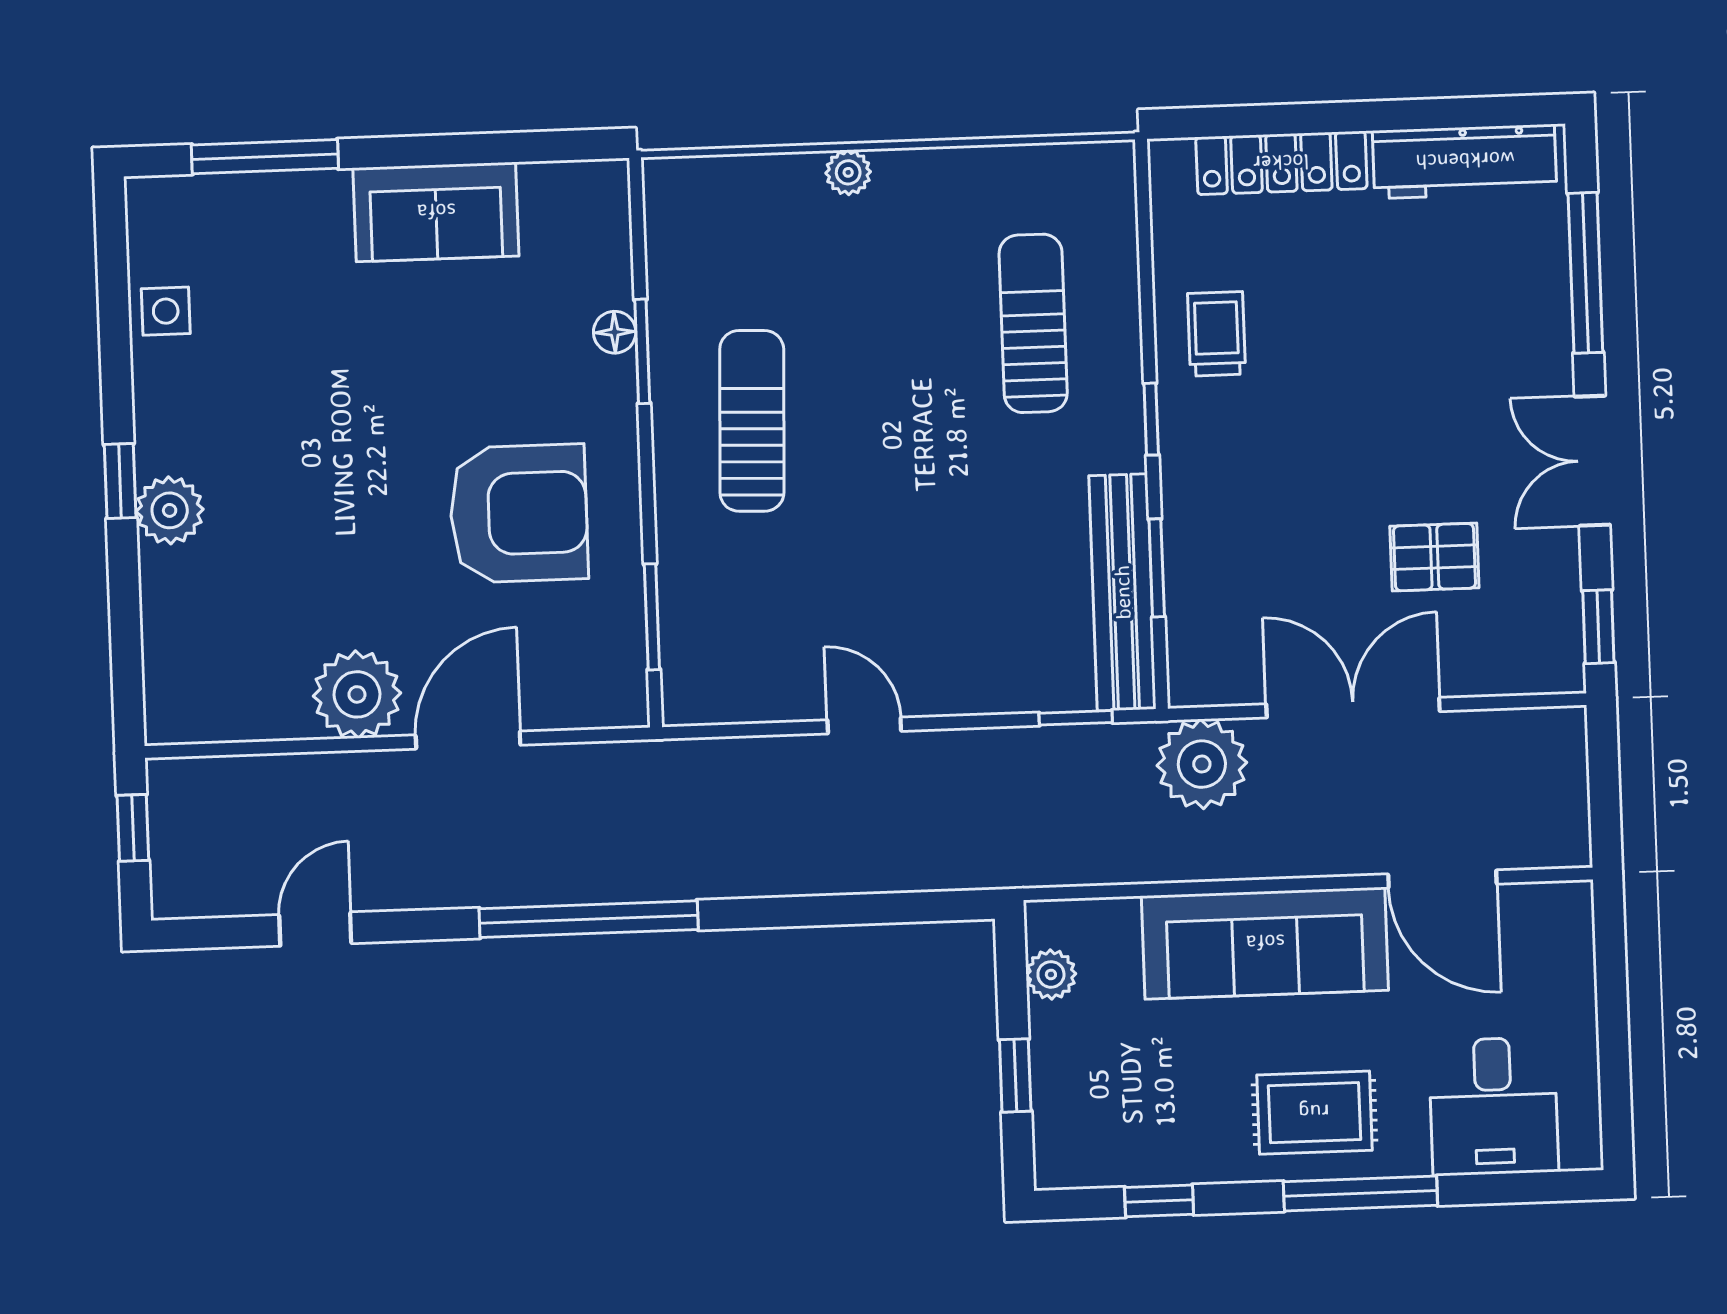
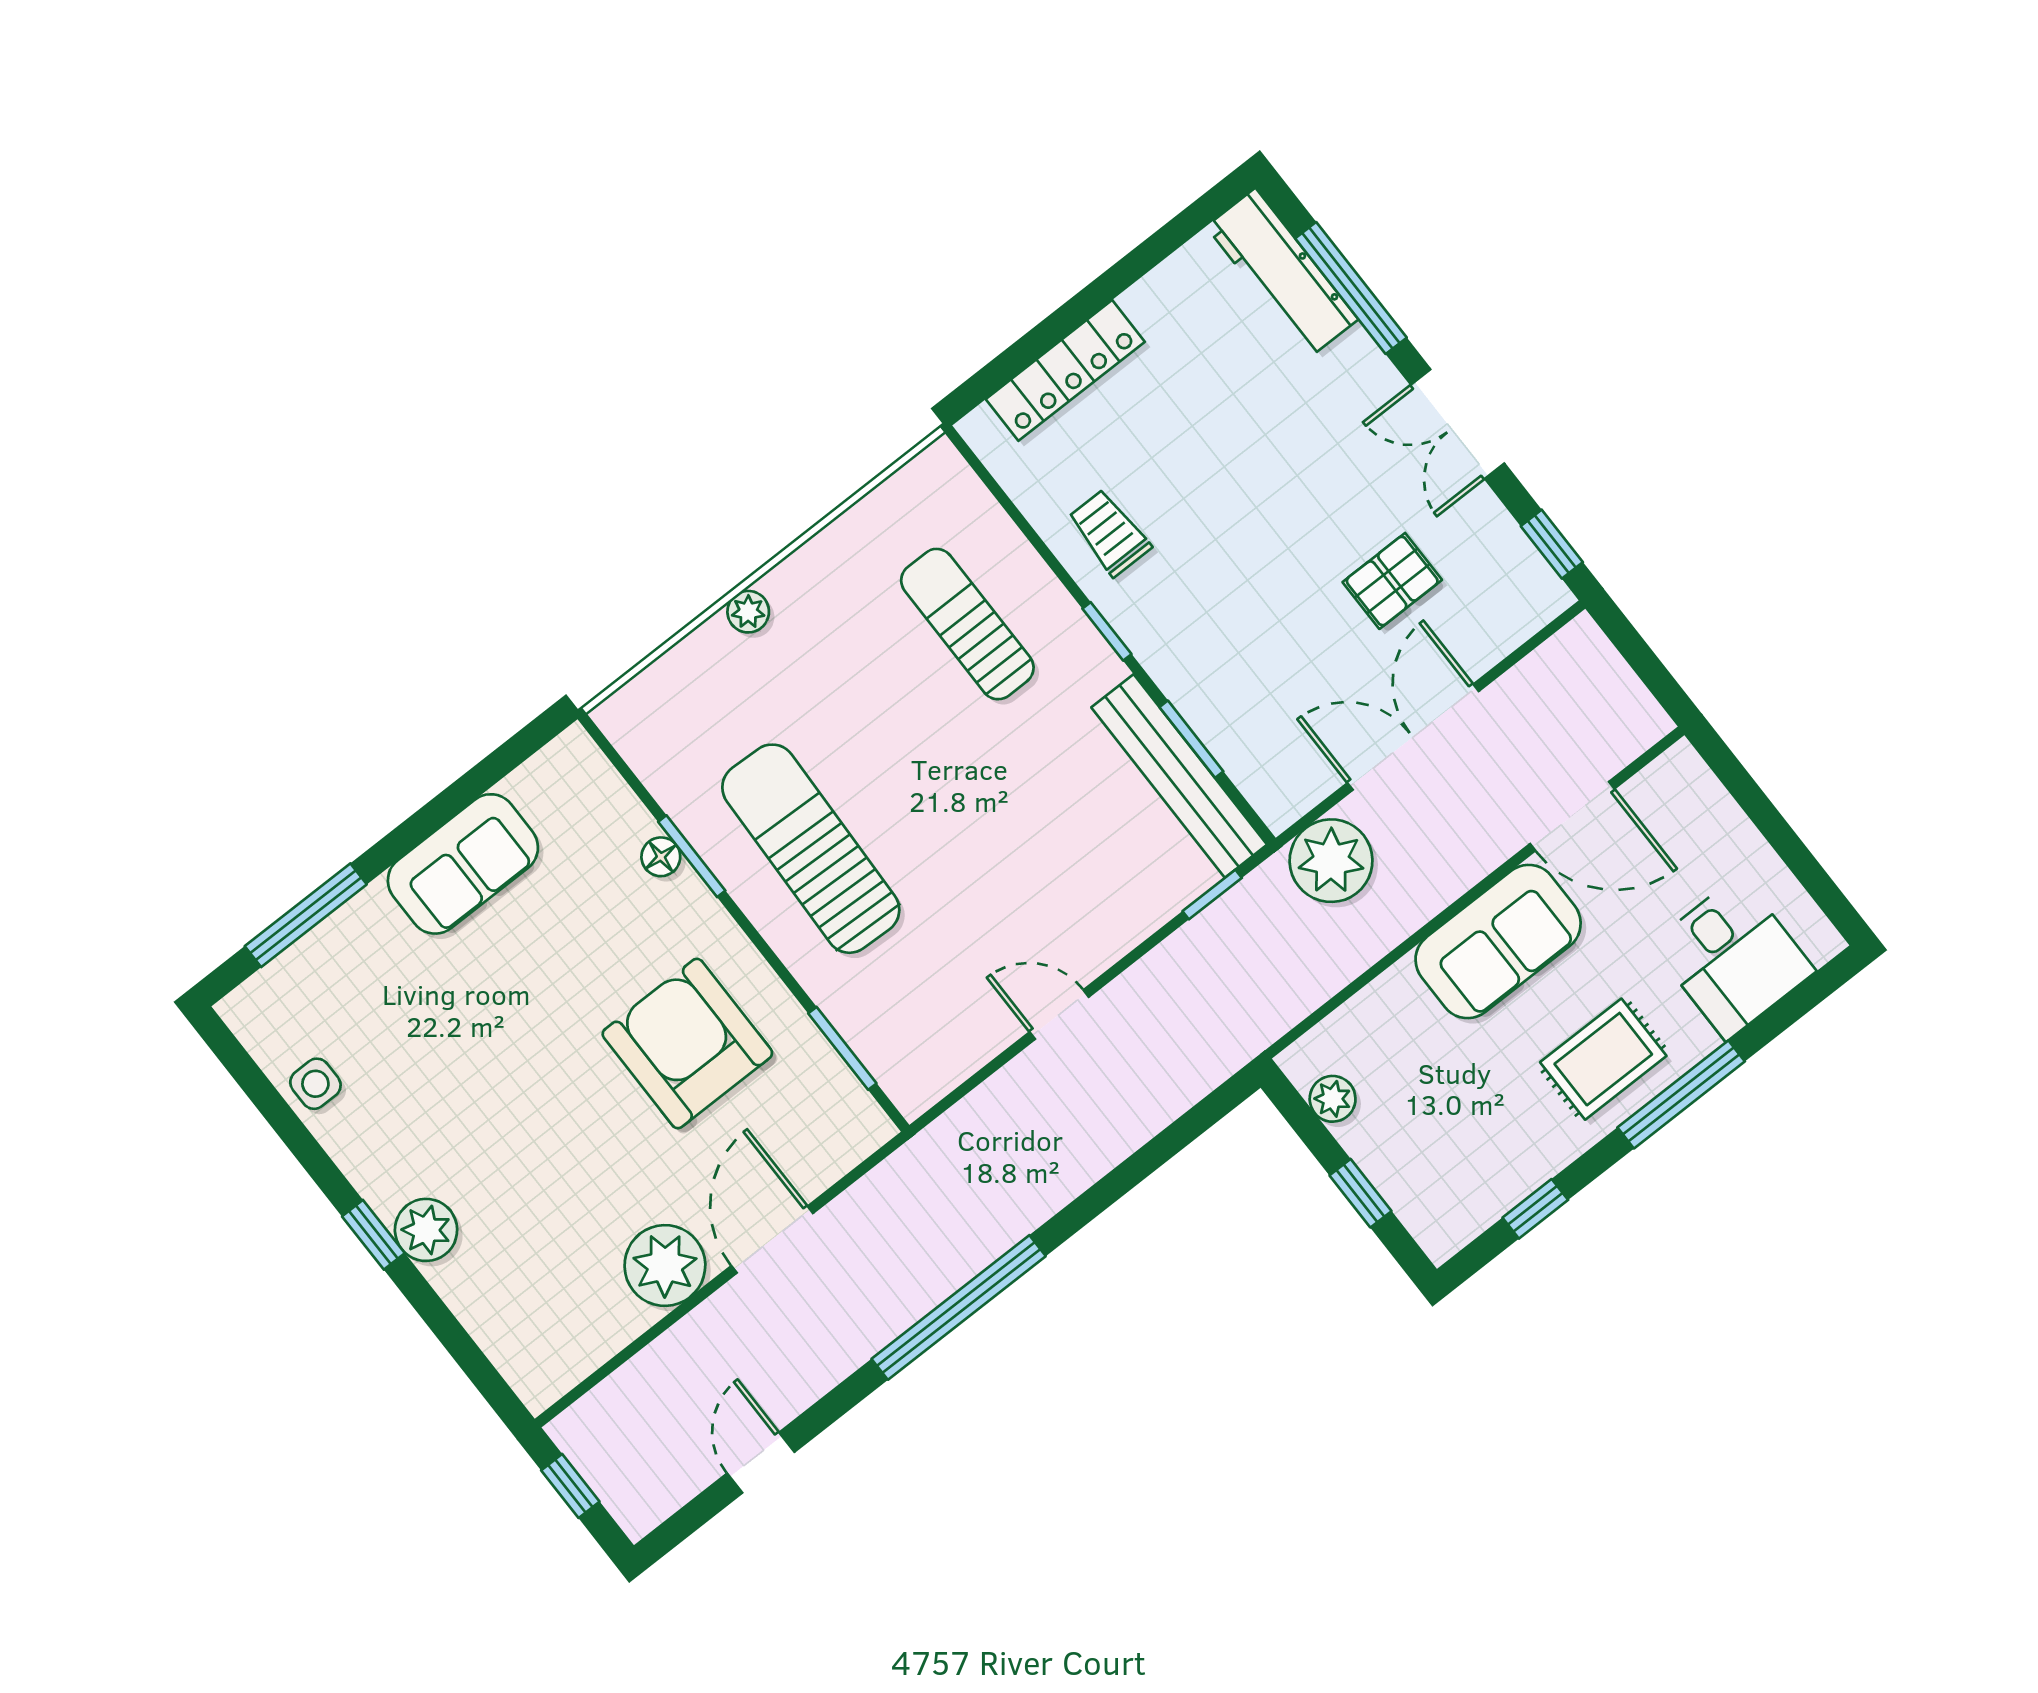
workbench: (1465, 161) -> (1282, 273), moved, turned 90
sun lounger: (752, 421) -> (811, 849), width x1.36, depth x1.34
armchair: (519, 513) -> (687, 1044), turned -90
sofa: (1265, 943) -> (1498, 942), width x0.73

